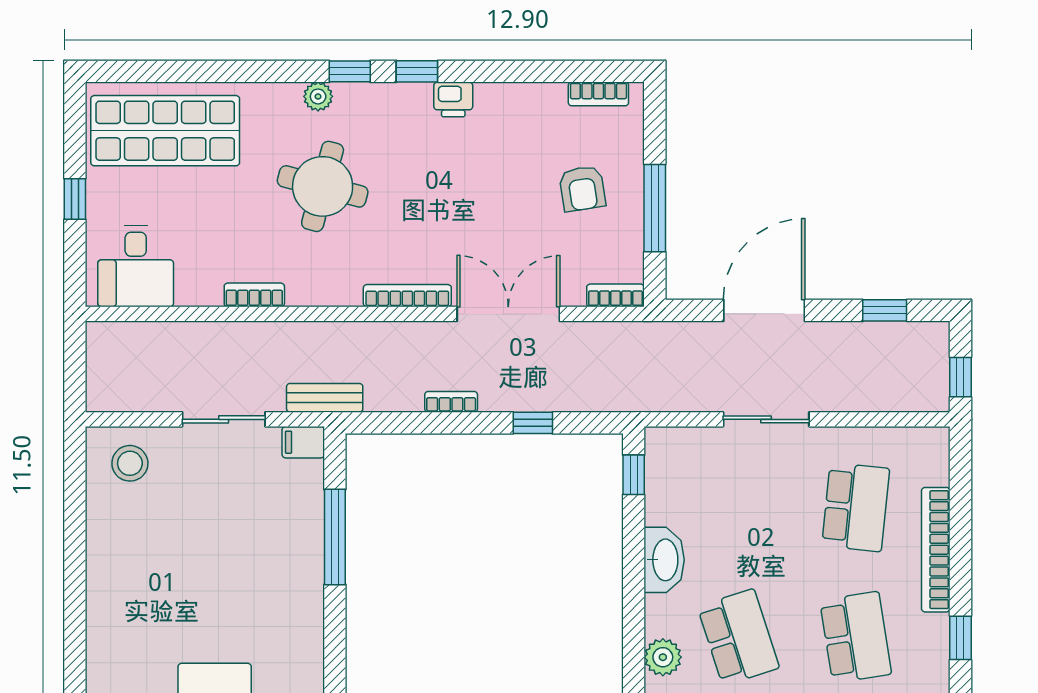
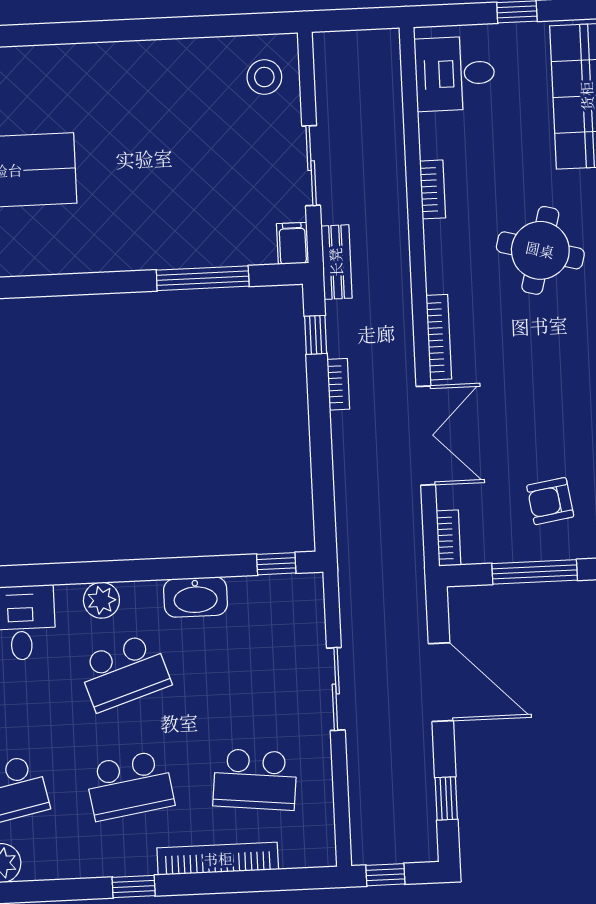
window: (533, 423) -> (316, 335), moved

